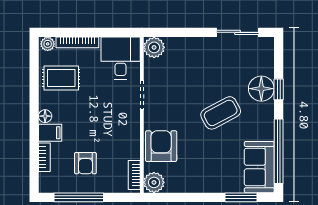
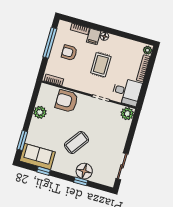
rug: (61, 78) -> (101, 65), moved
coffee table: (221, 113) -> (76, 142), turned 64
armchair: (161, 146) -> (67, 101), turned 180
window: (279, 151) -> (44, 171), width x0.32
plant: (154, 182) -> (40, 112), moved

